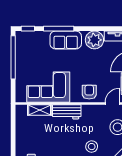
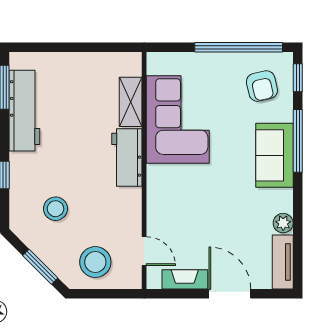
plant: (94, 40) -> (283, 223), width x0.53, depth x0.53
armchair: (89, 92) -> (262, 86), moved, turned 77

